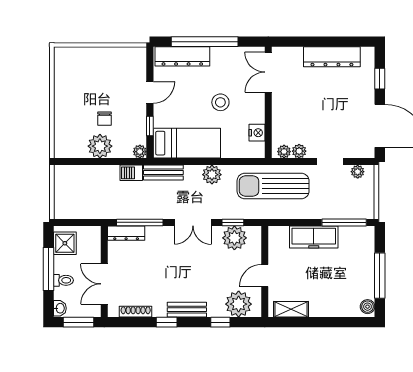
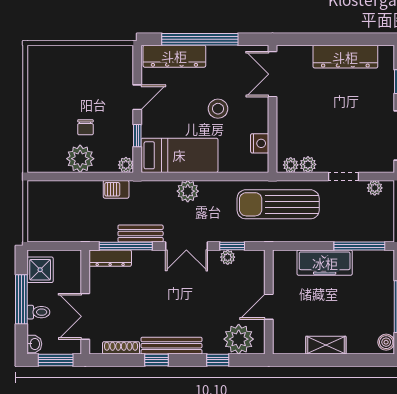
bench: (163, 173) -> (141, 234), moved
plant: (212, 175) -> (188, 191), moved
plant: (234, 238) -> (228, 257), width x0.53, depth x0.53
shelving: (291, 309) -> (326, 345), moved
bench: (187, 310) -> (171, 346), width x1.36

